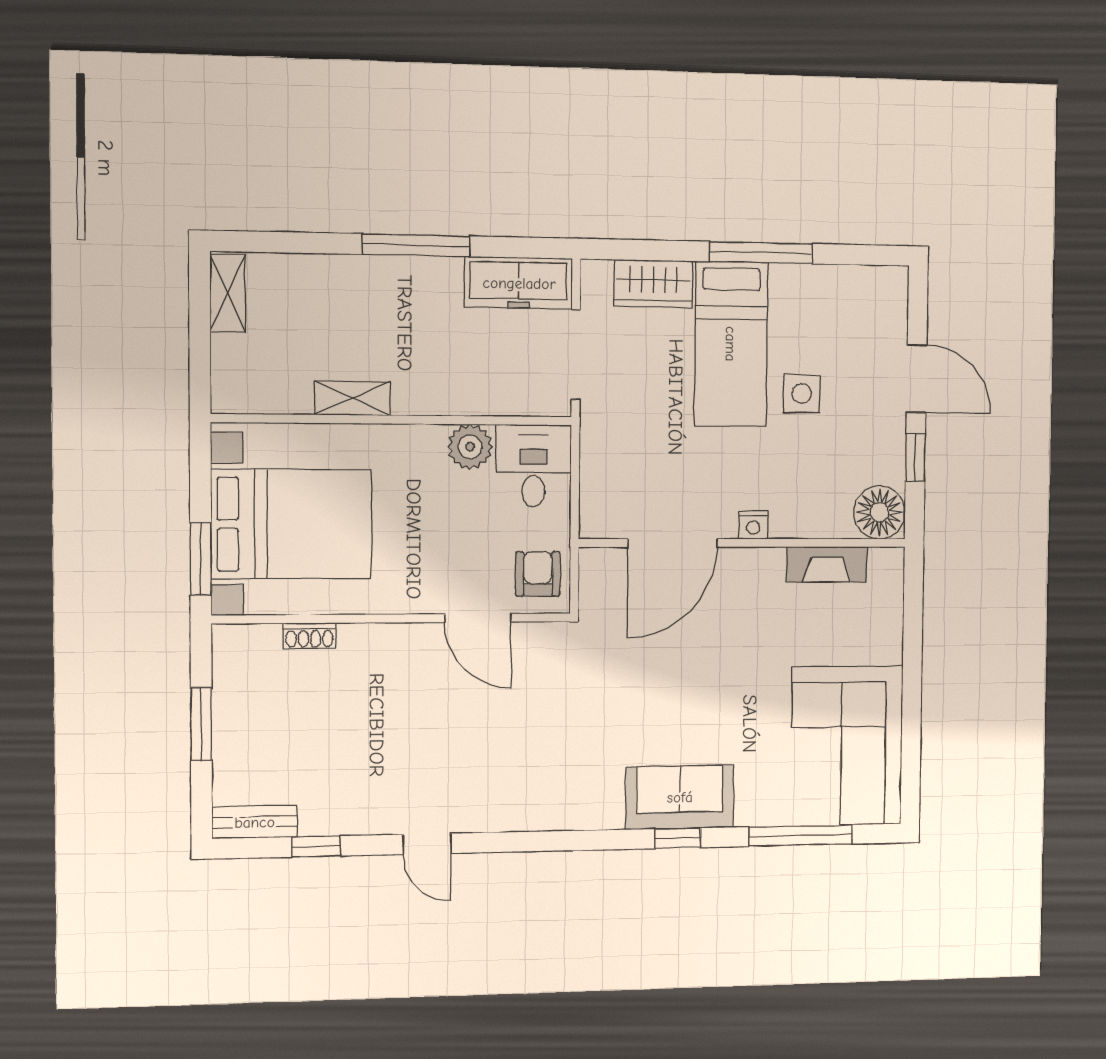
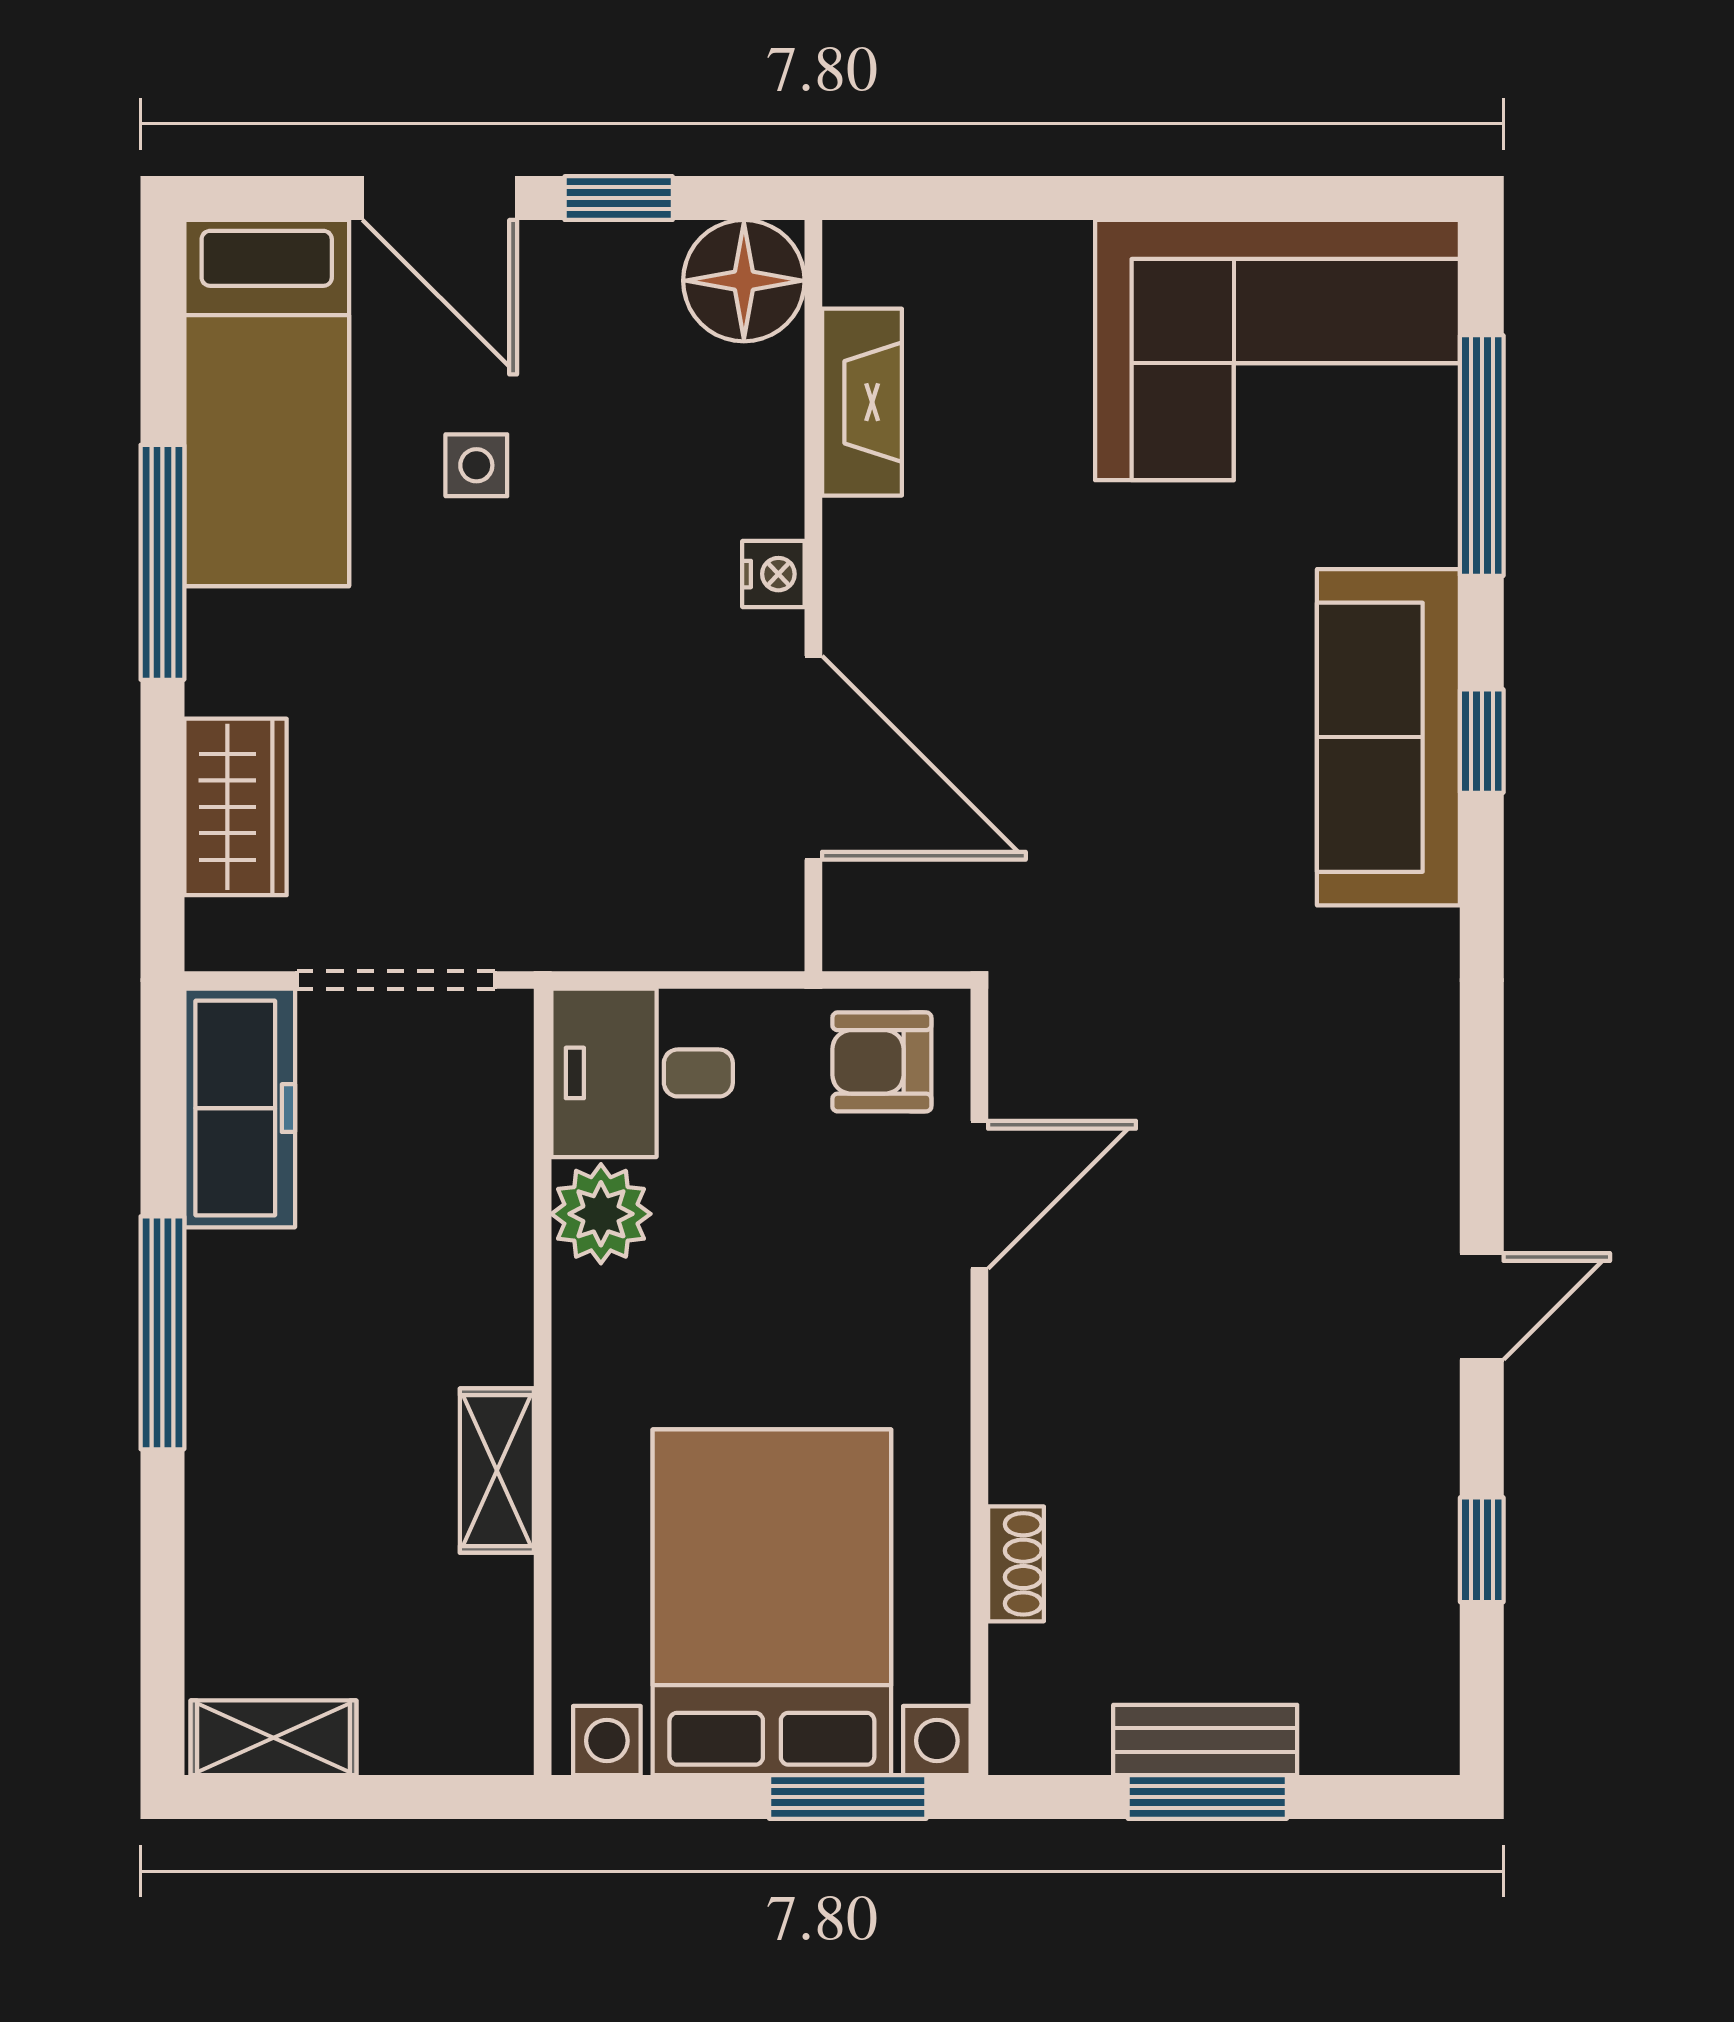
bed: (731, 344) -> (267, 403), moved, turned 90
door: (917, 379) -> (440, 198), swing flipped
side table: (802, 394) -> (476, 465), width x0.73, depth x0.73
sofa: (680, 797) -> (1388, 737), width x1.36
bench: (255, 822) -> (1205, 1740), moved, turned 90

